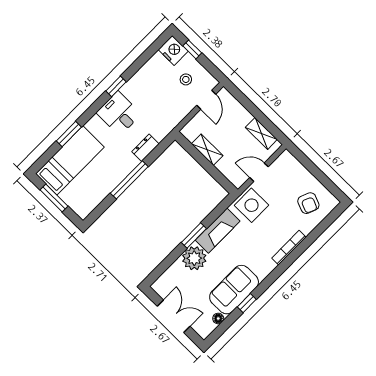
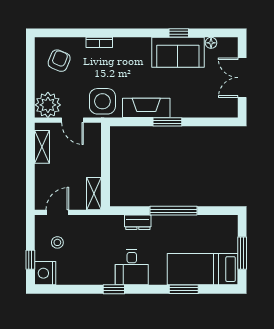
shelving: (207, 150) -> (94, 194), moved
bookcase: (289, 248) -> (99, 42), width x0.64
plant: (194, 258) -> (48, 105), moved

